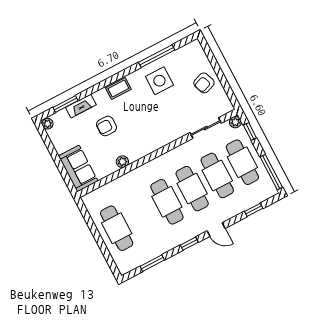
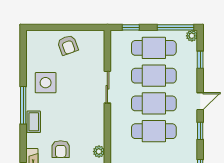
window: (157, 56) -> (23, 105), moved
plant: (235, 122) -> (192, 36), moved
sliding door: (206, 128) -> (107, 87), moved

